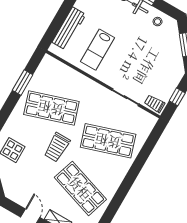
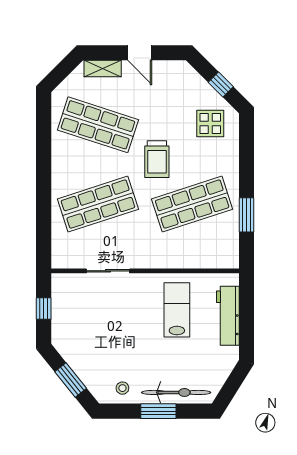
trolley: (155, 104) -> (67, 284), removed
trolley: (57, 147) -> (157, 159), turned 180

